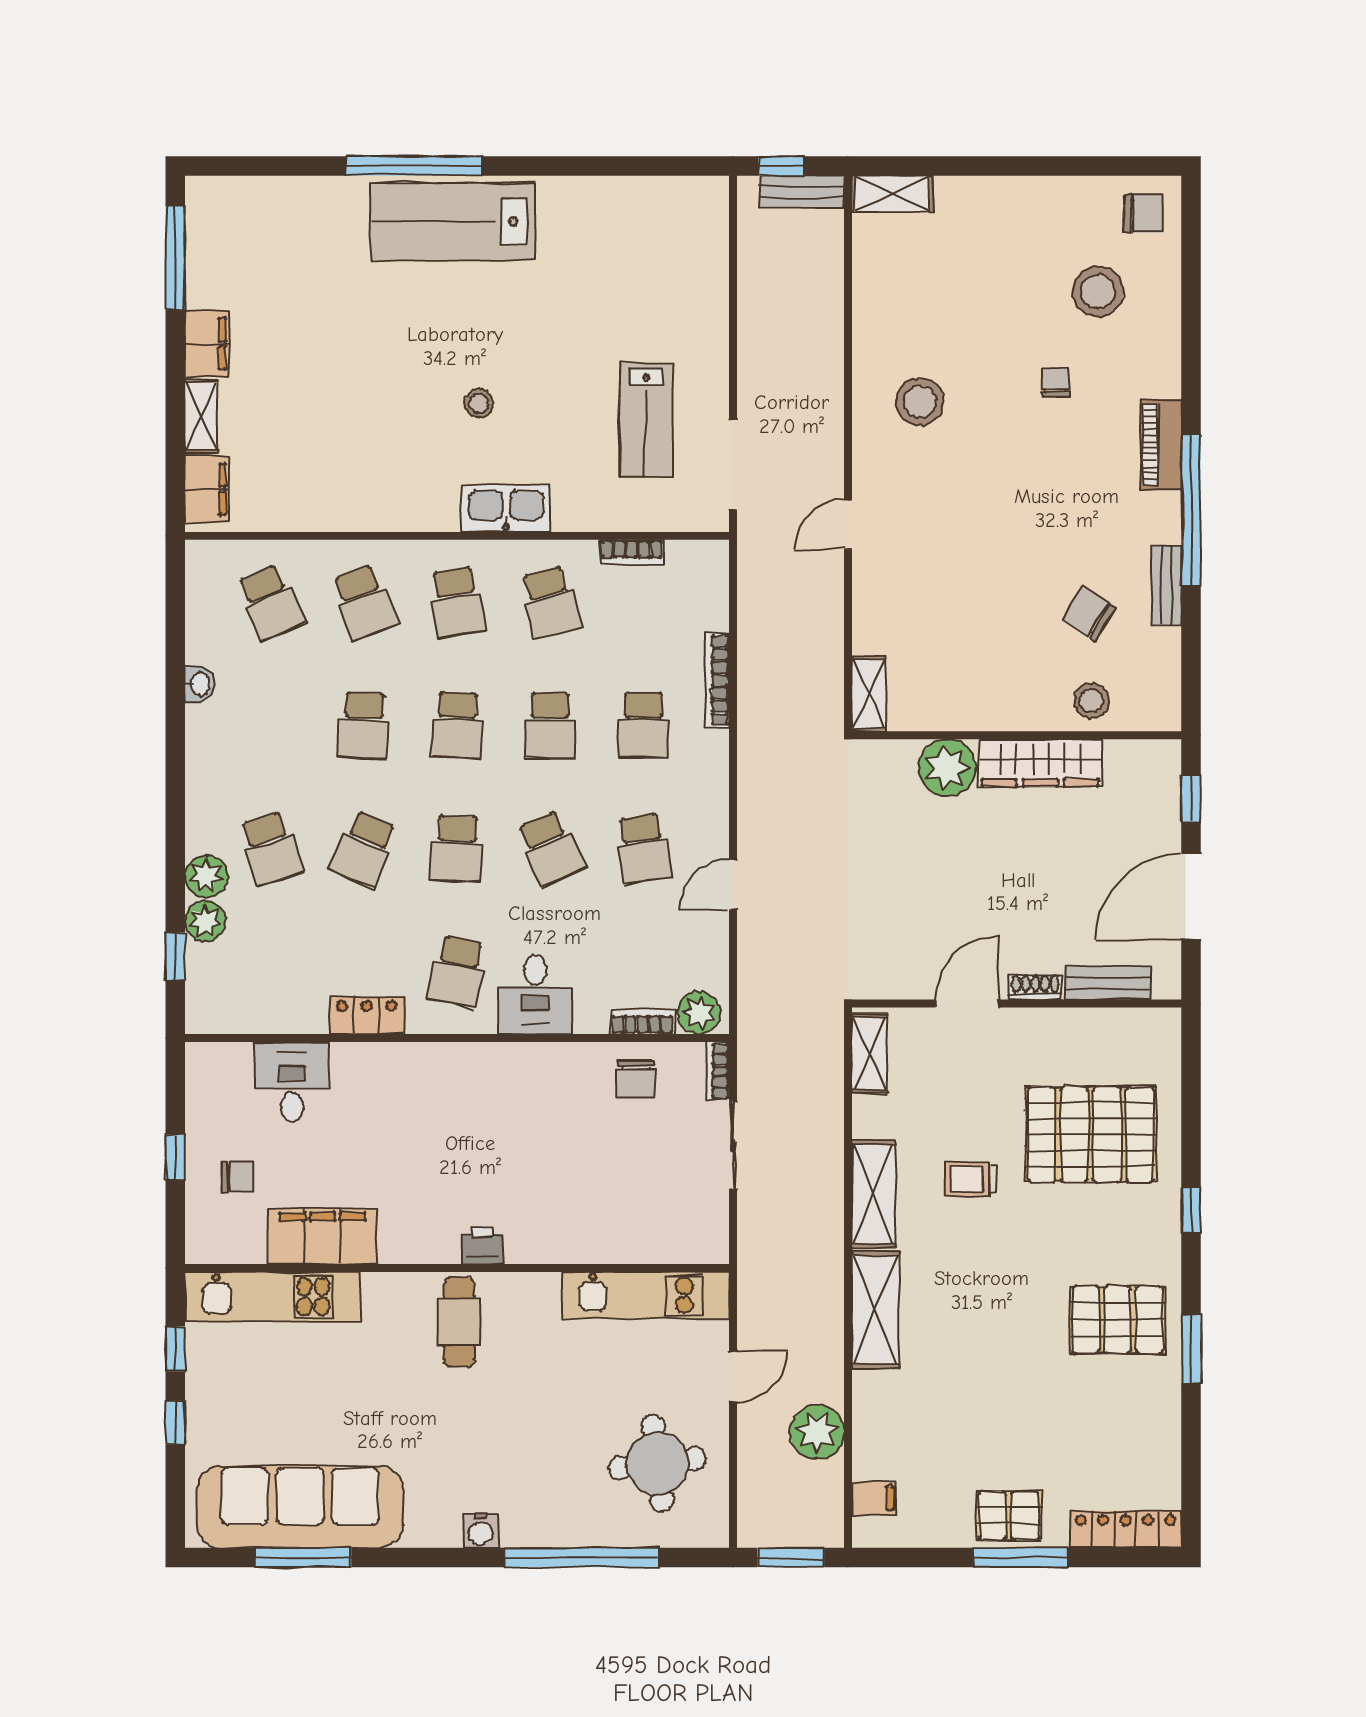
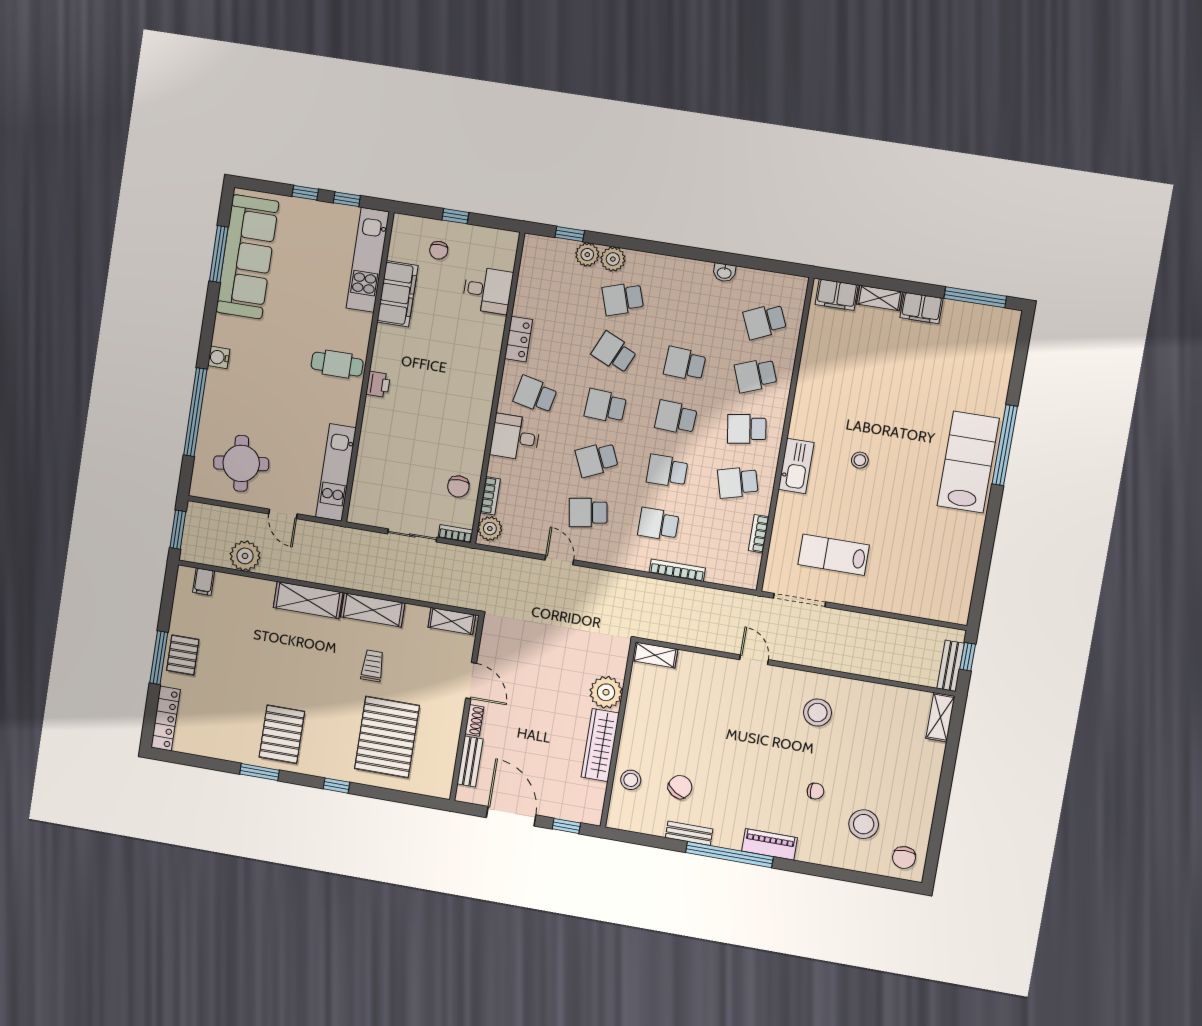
chair: (635, 1079) -> (458, 487), turned -90

